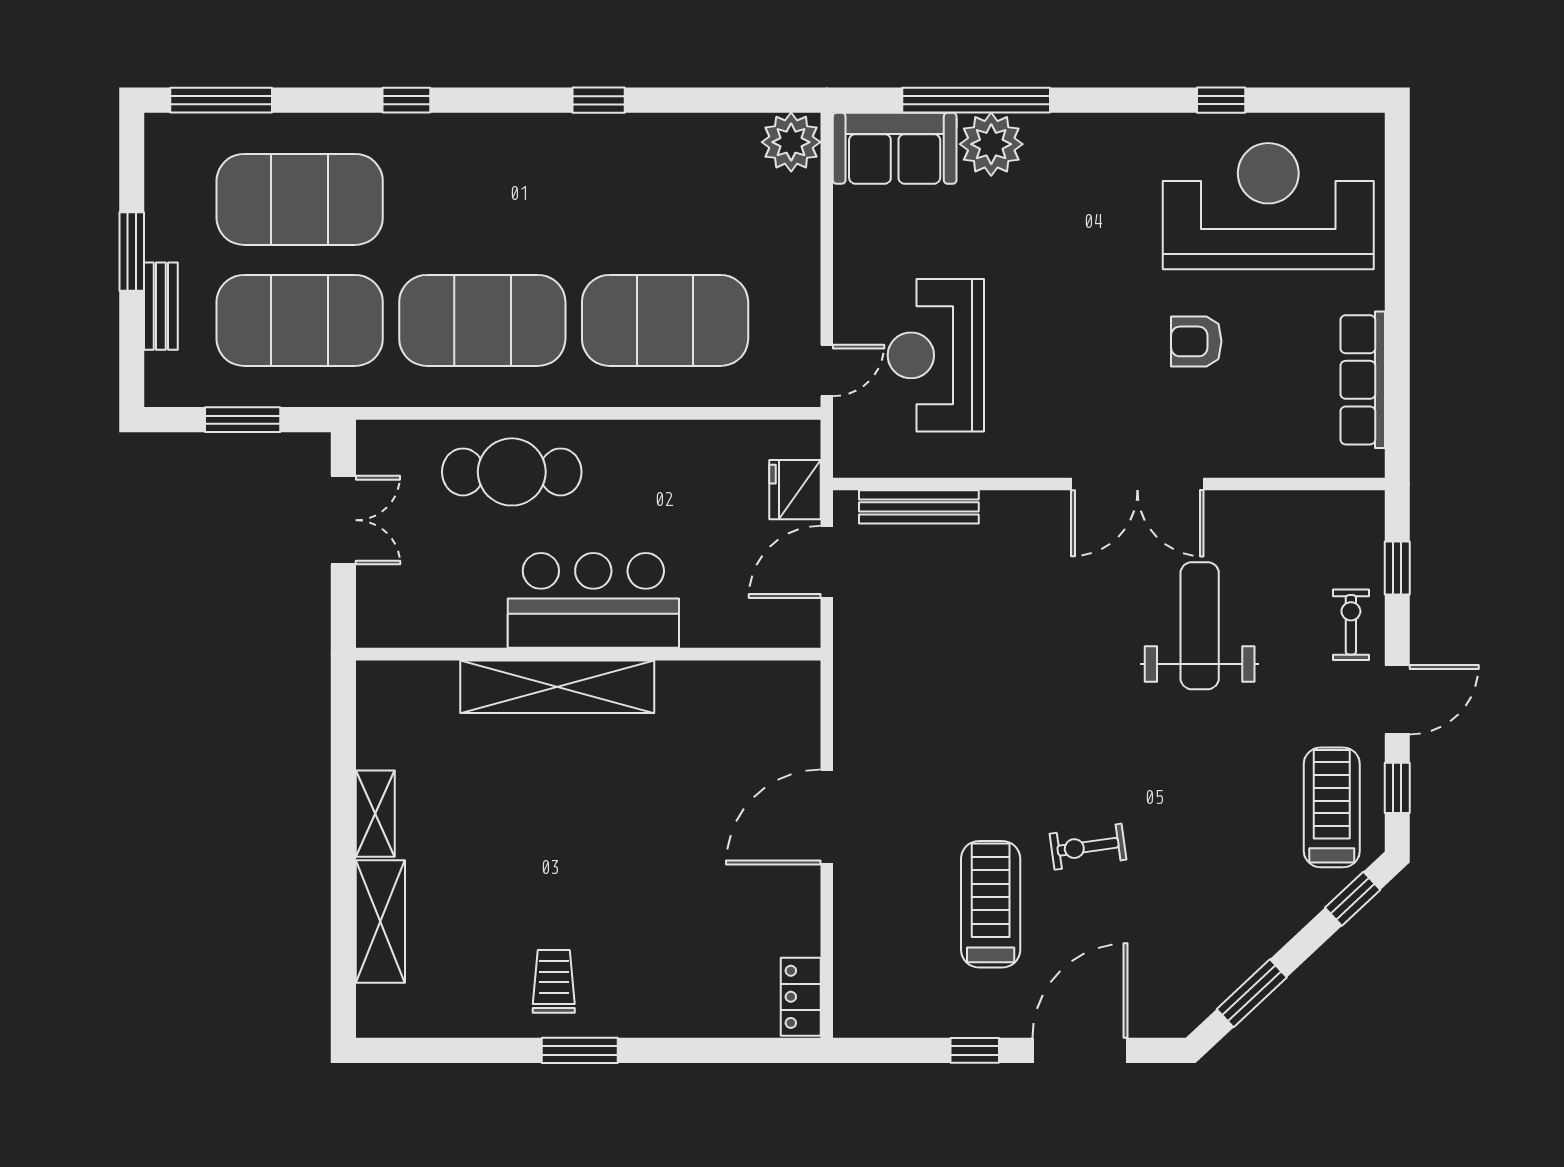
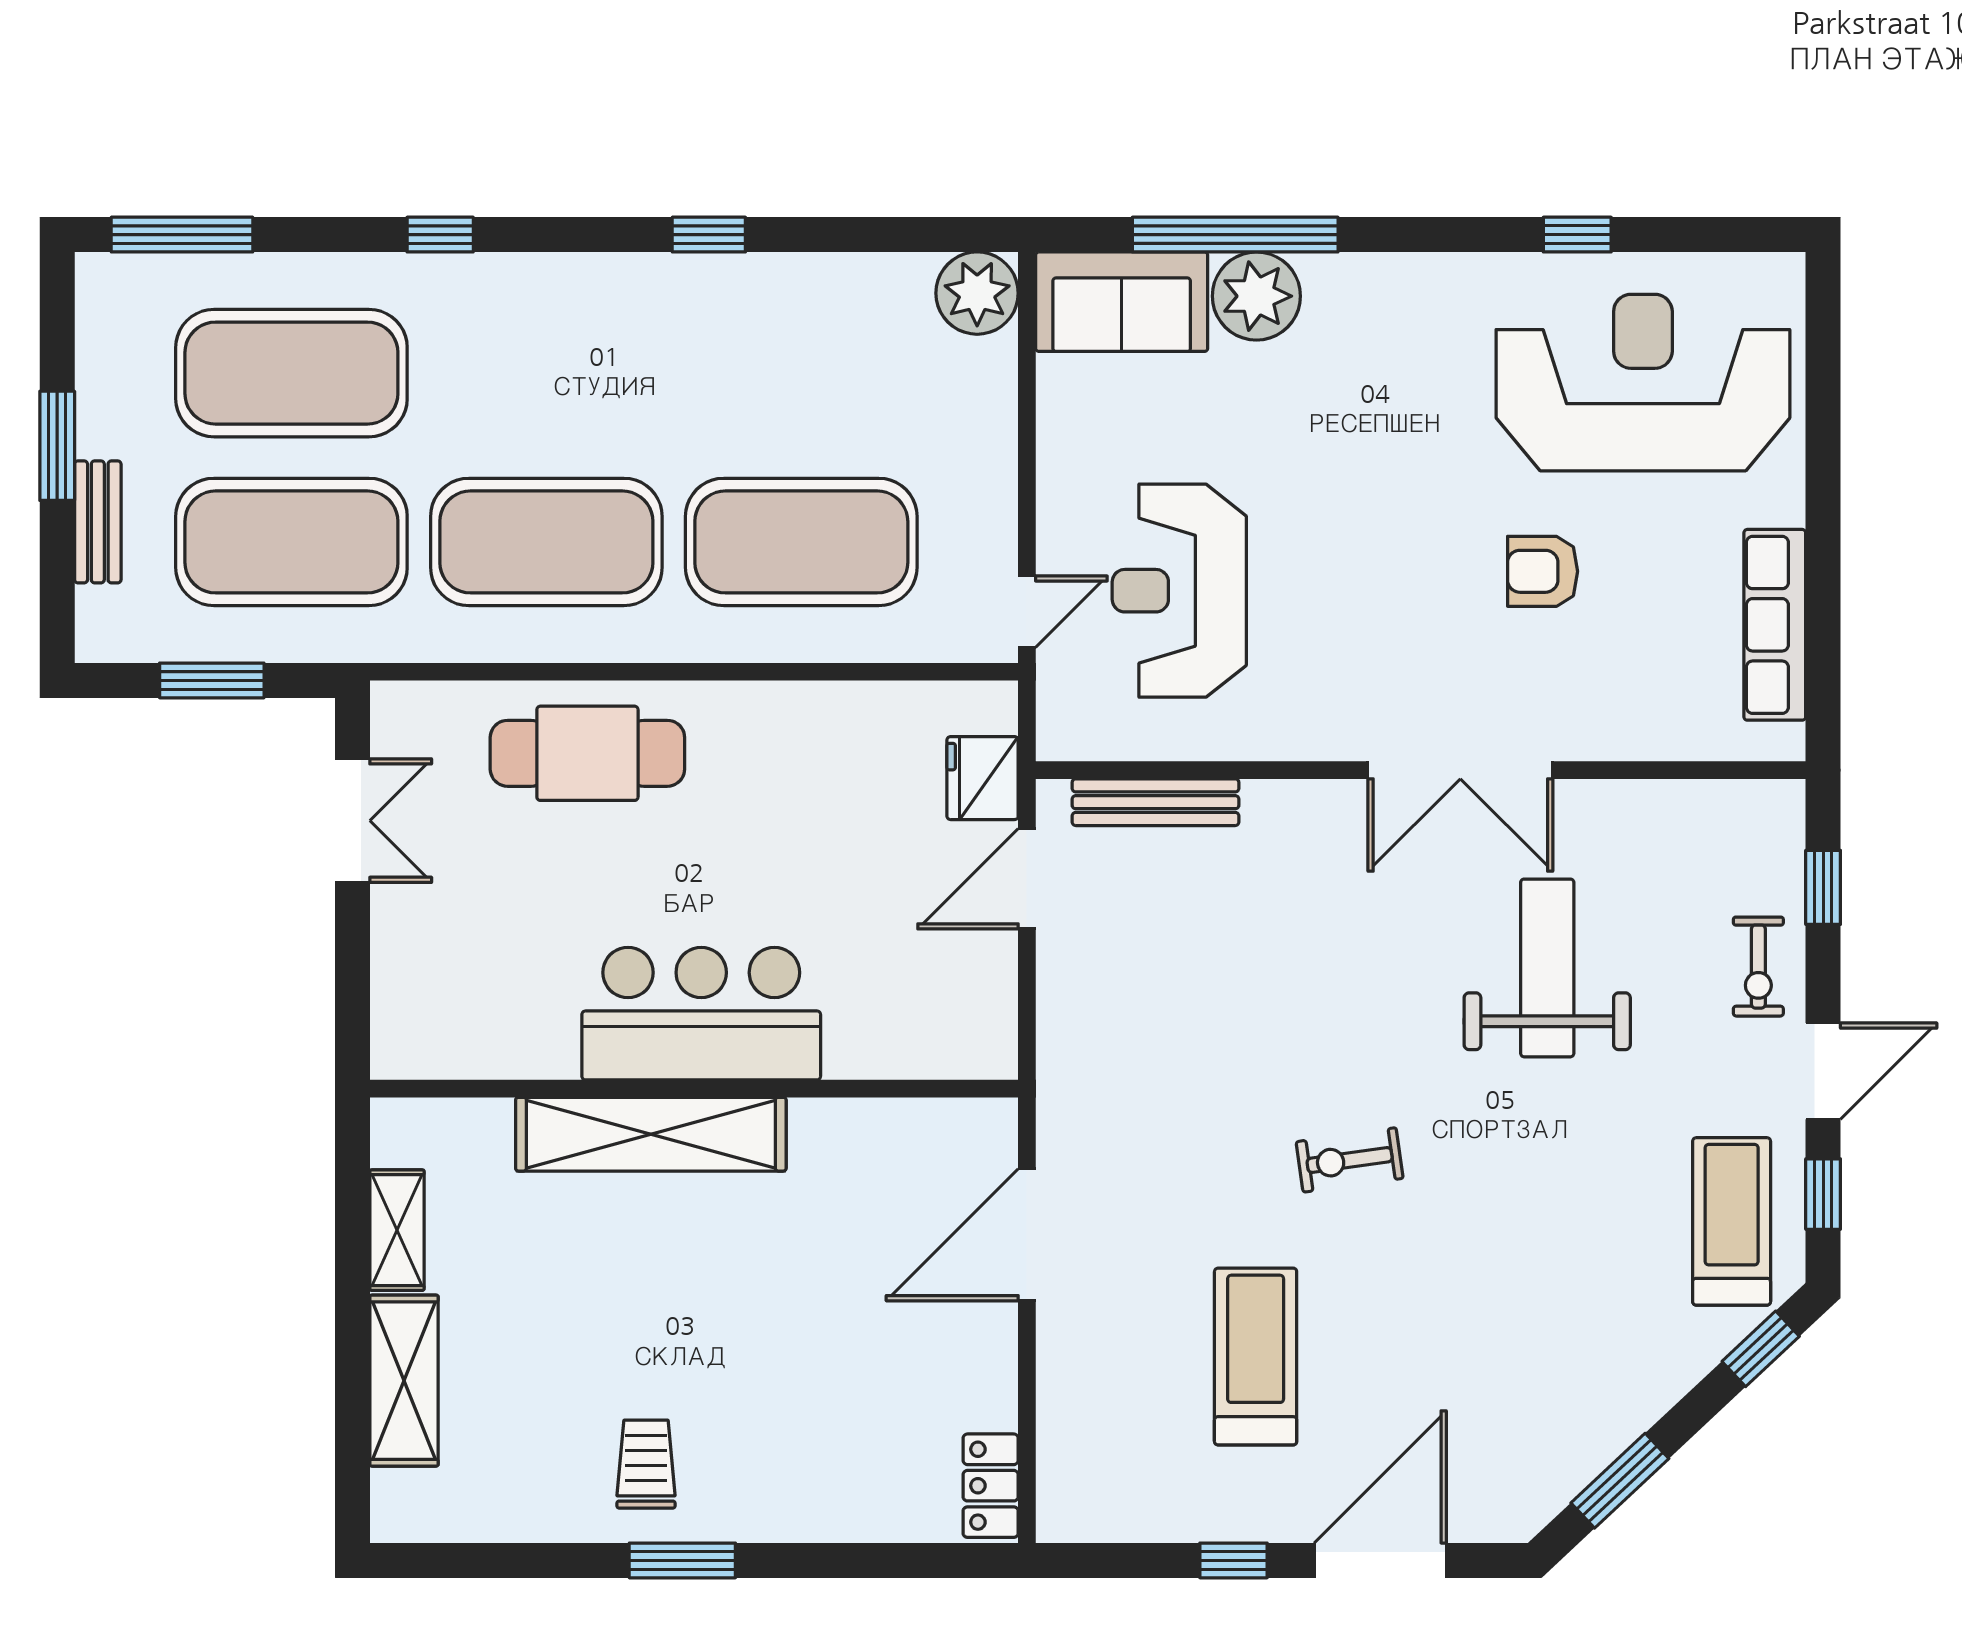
bar counter: (593, 600) -> (701, 1014), moved
exercise bike: (1351, 625) -> (1758, 967), turned 180
wall: (588, 654) -> (694, 1089), moved
shelving: (557, 687) -> (651, 1134), moved
exercise bike: (1088, 847) -> (1350, 1160), moved

